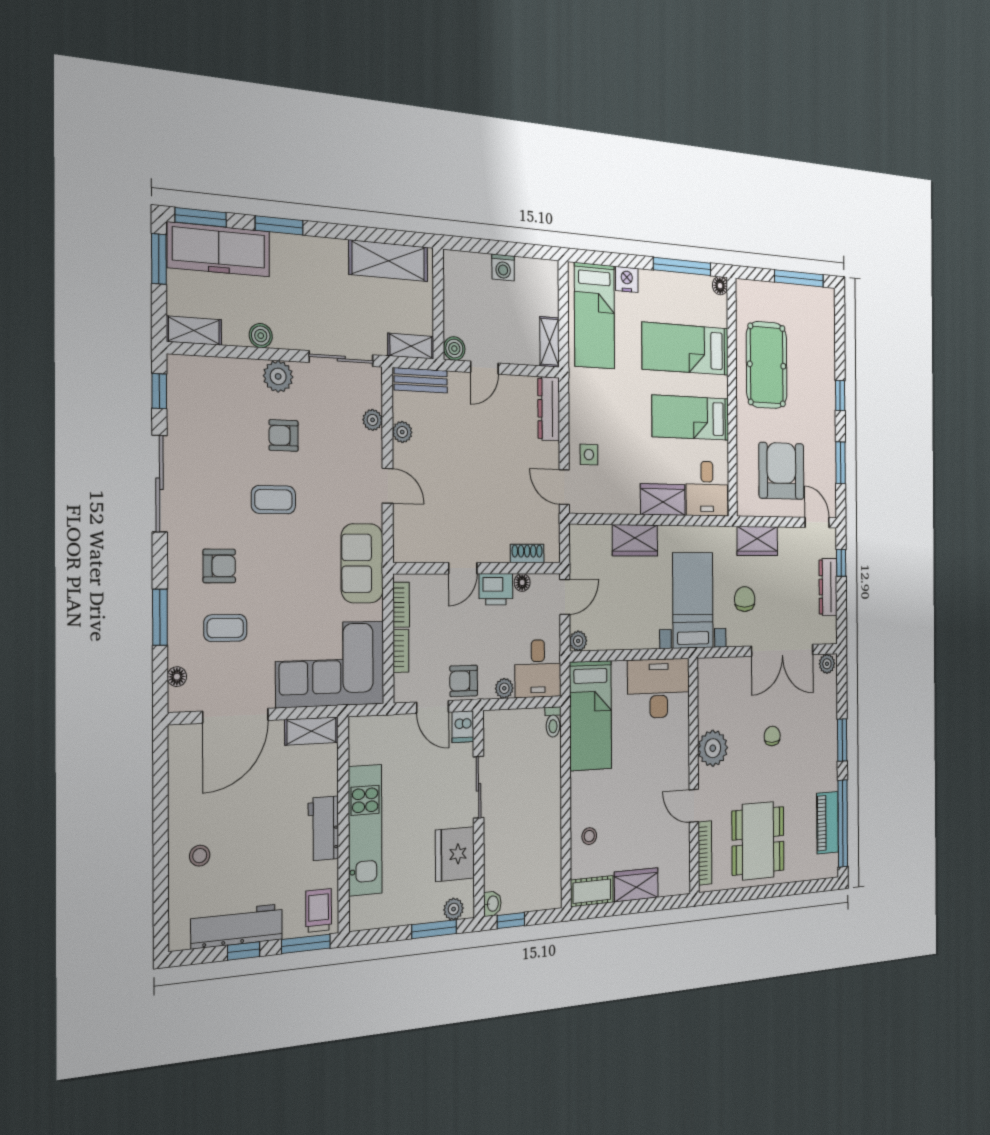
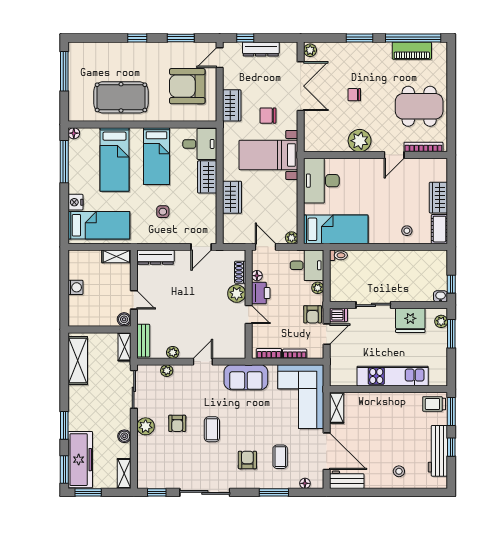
side table: (589, 455) -> (163, 212), moved
plant: (495, 547) -> (237, 294), added
workbench: (323, 828) -> (347, 480), moved, turned 180

